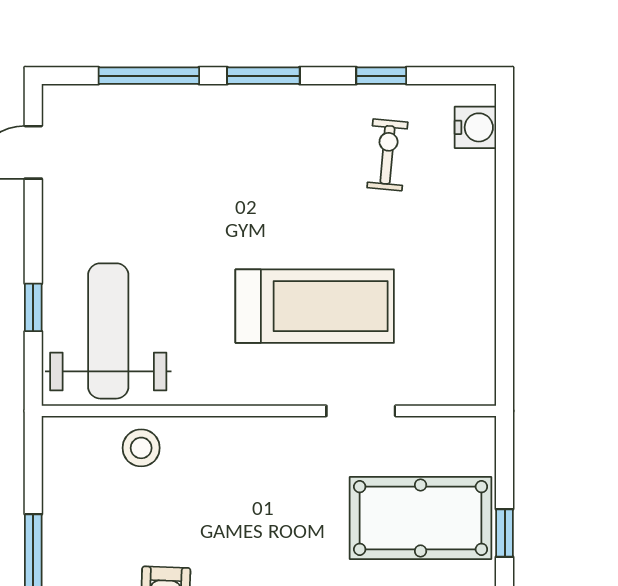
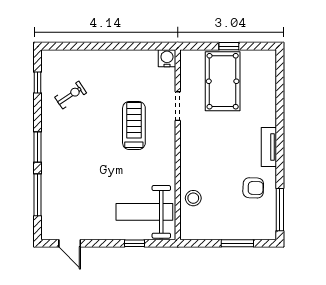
window: (381, 76) -> (38, 83), moved
water cooler: (475, 127) -> (167, 58), moved
exercise bike: (387, 155) -> (71, 95), turned 141
treadmill: (315, 306) -> (134, 125), width x0.73, depth x0.73

